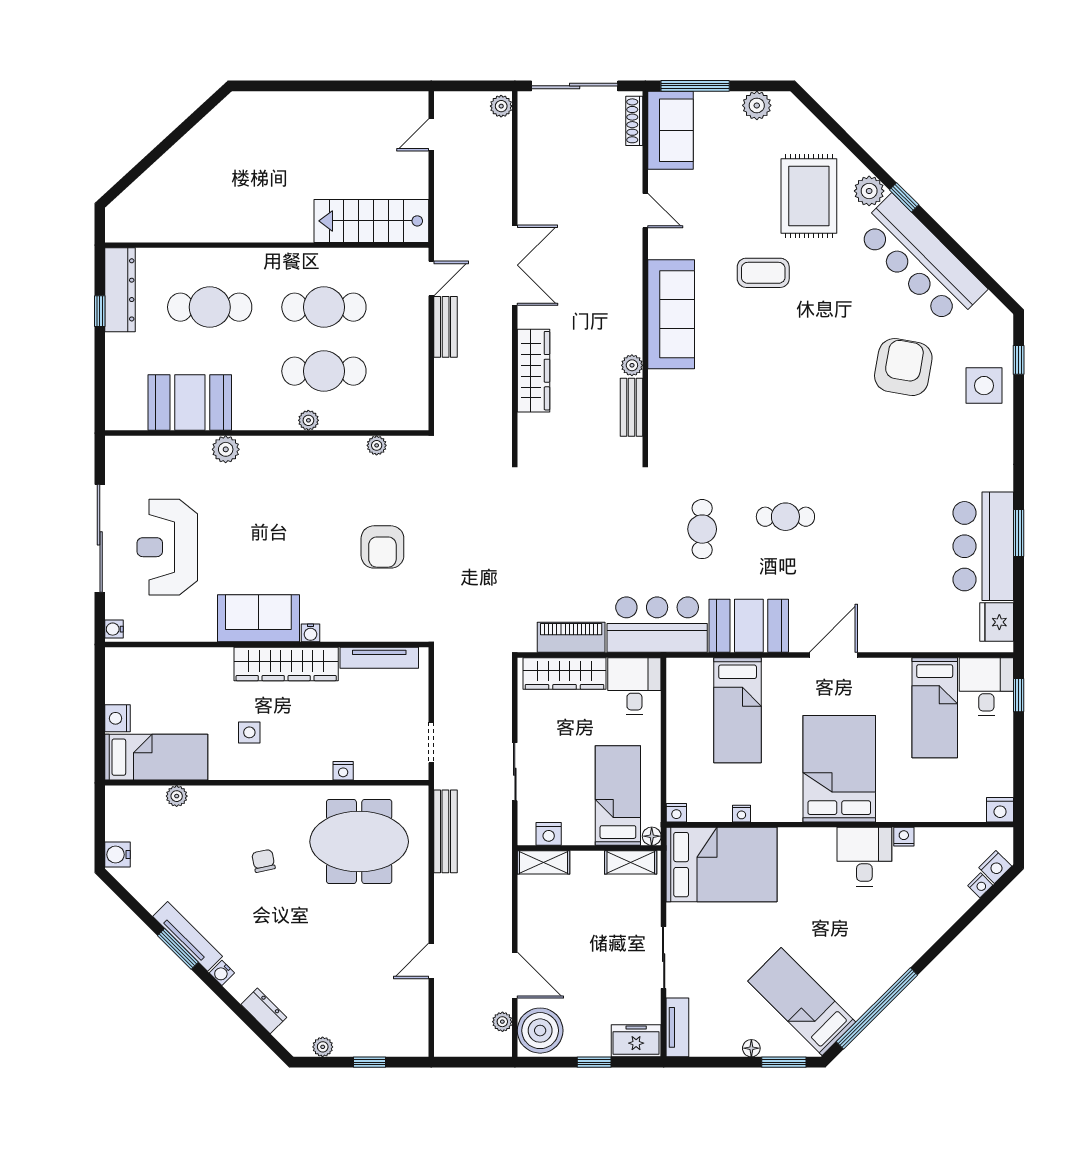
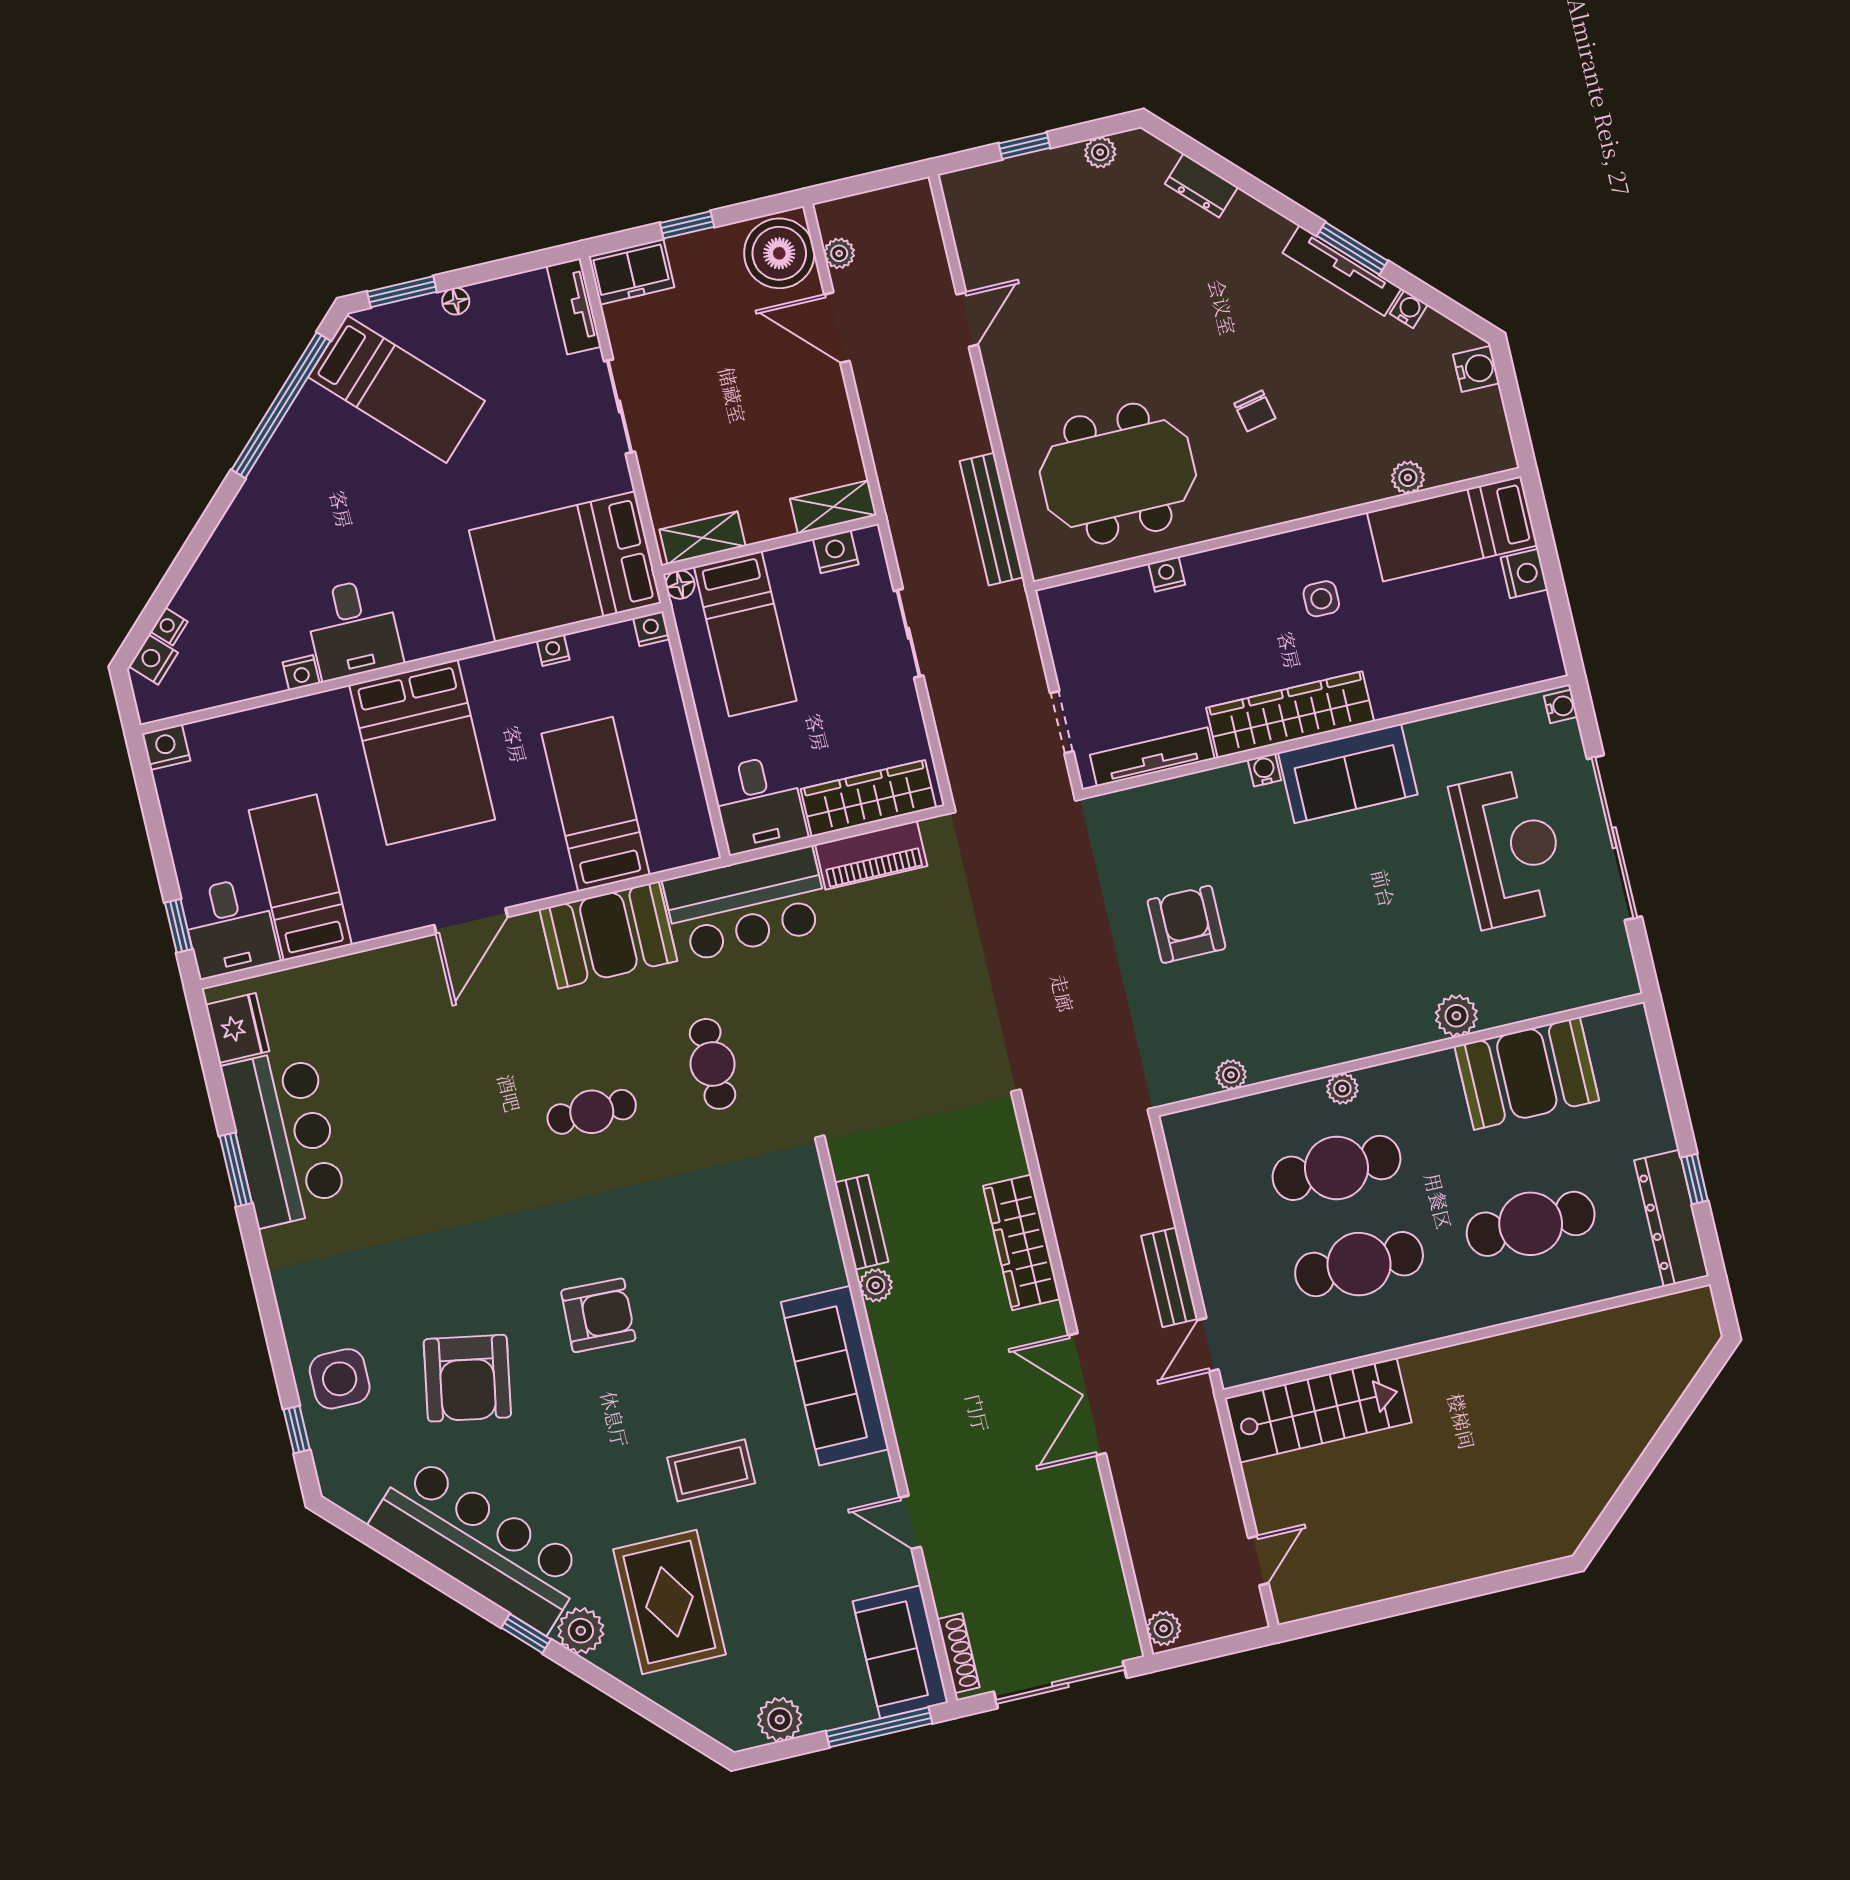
armchair: (811, 387) -> (598, 1315), added
doorway: (431, 743) -> (1062, 722), moved
water cooler: (222, 973) -> (1409, 309), moved

